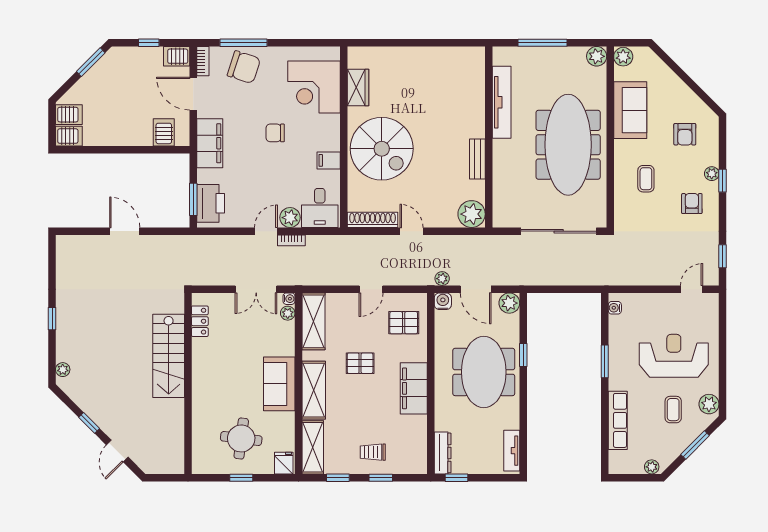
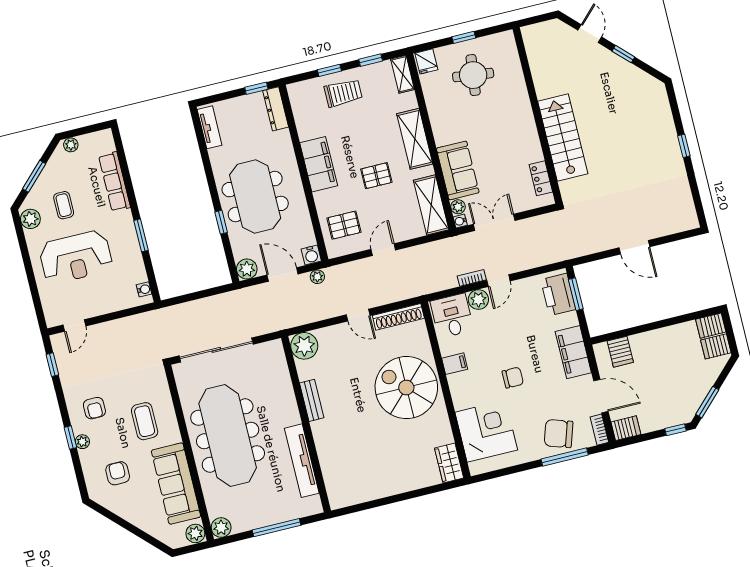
window: (149, 43) -> (675, 430), moved
wardrobe: (358, 88) -> (449, 463), moved
sofa: (630, 110) -> (176, 484), width x1.36
coffee table: (646, 179) -> (145, 421), width x1.36, depth x1.30
plant: (63, 370) -> (661, 99), removed
sofa: (279, 384) -> (458, 170), moved
shelving: (313, 447) -> (403, 74), width x0.67, depth x0.75
trolley: (373, 452) -> (343, 93), width x1.36, depth x1.39

